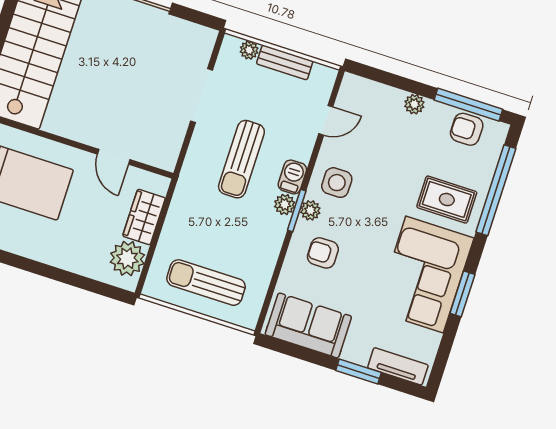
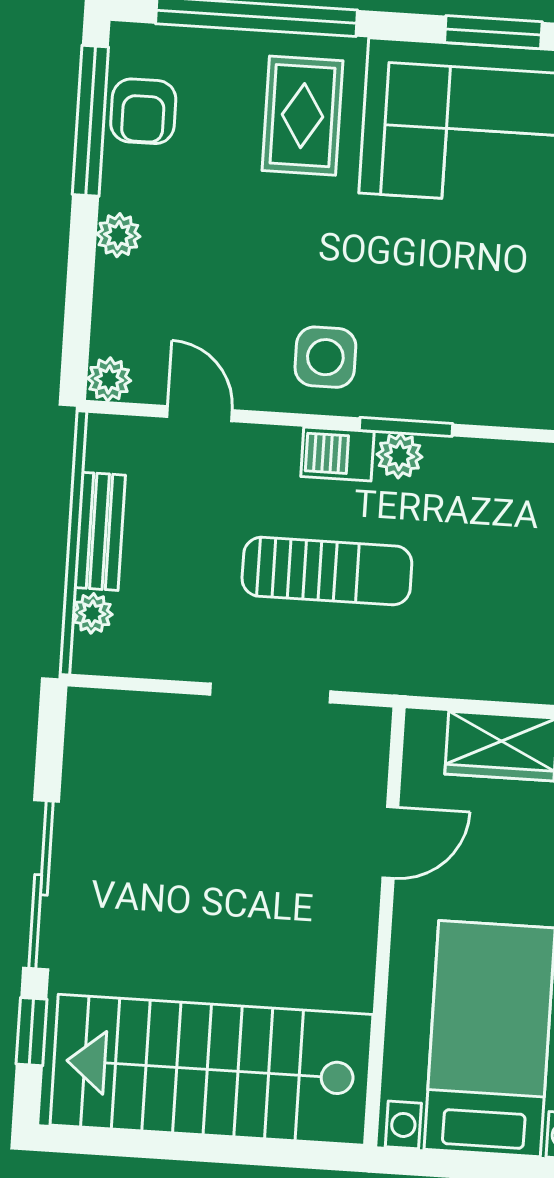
doorway: (202, 96) -> (270, 693), moved
plant: (310, 210) -> (109, 379), moved
armchair: (323, 253) -> (482, 349), removed

